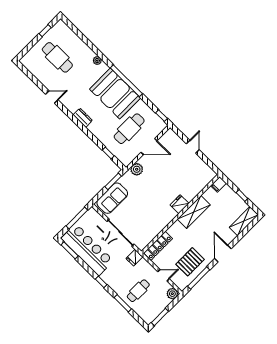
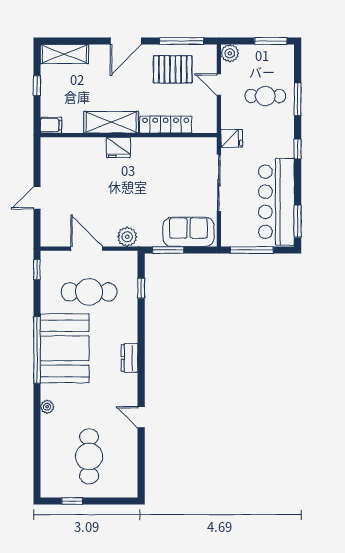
locker: (158, 246) -> (166, 125), moved

